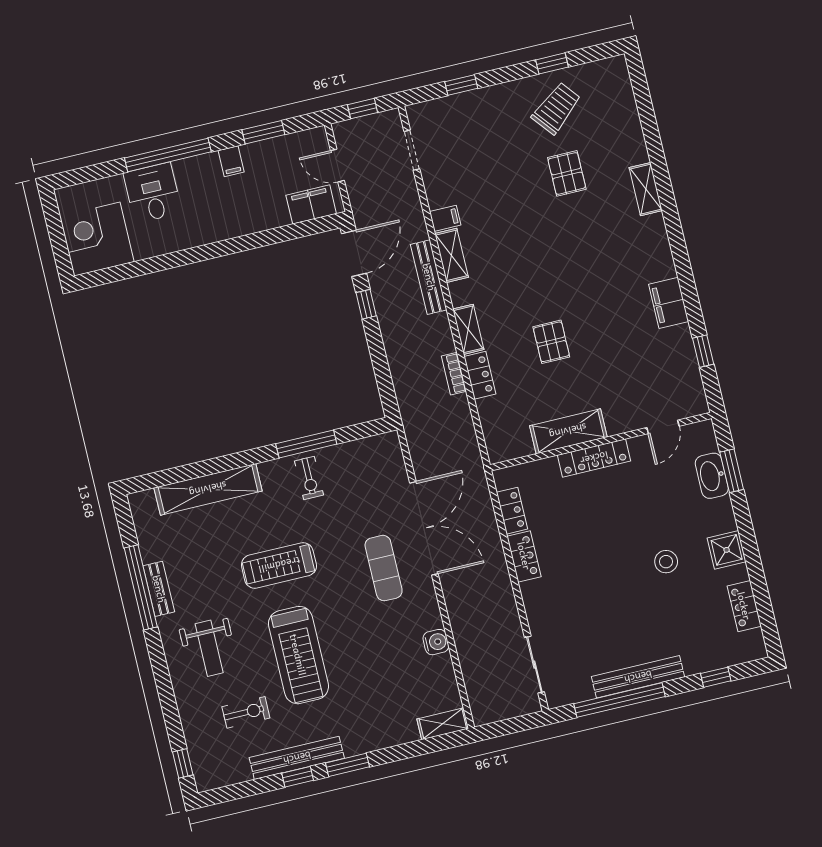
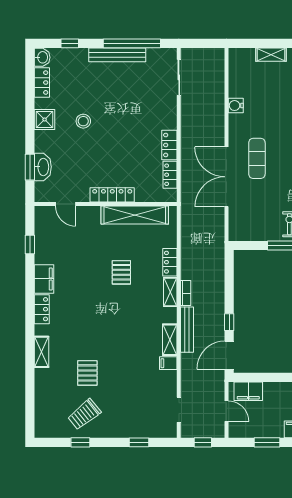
locker: (661, 255) -> (42, 309), added
bookcase: (454, 374) -> (186, 293), moved
door: (663, 427) -> (66, 204), swing flipped
shelving: (568, 431) -> (135, 215), width x1.47
washbasin: (753, 645) -> (42, 57), added
shelving: (443, 724) -> (271, 55), moved

